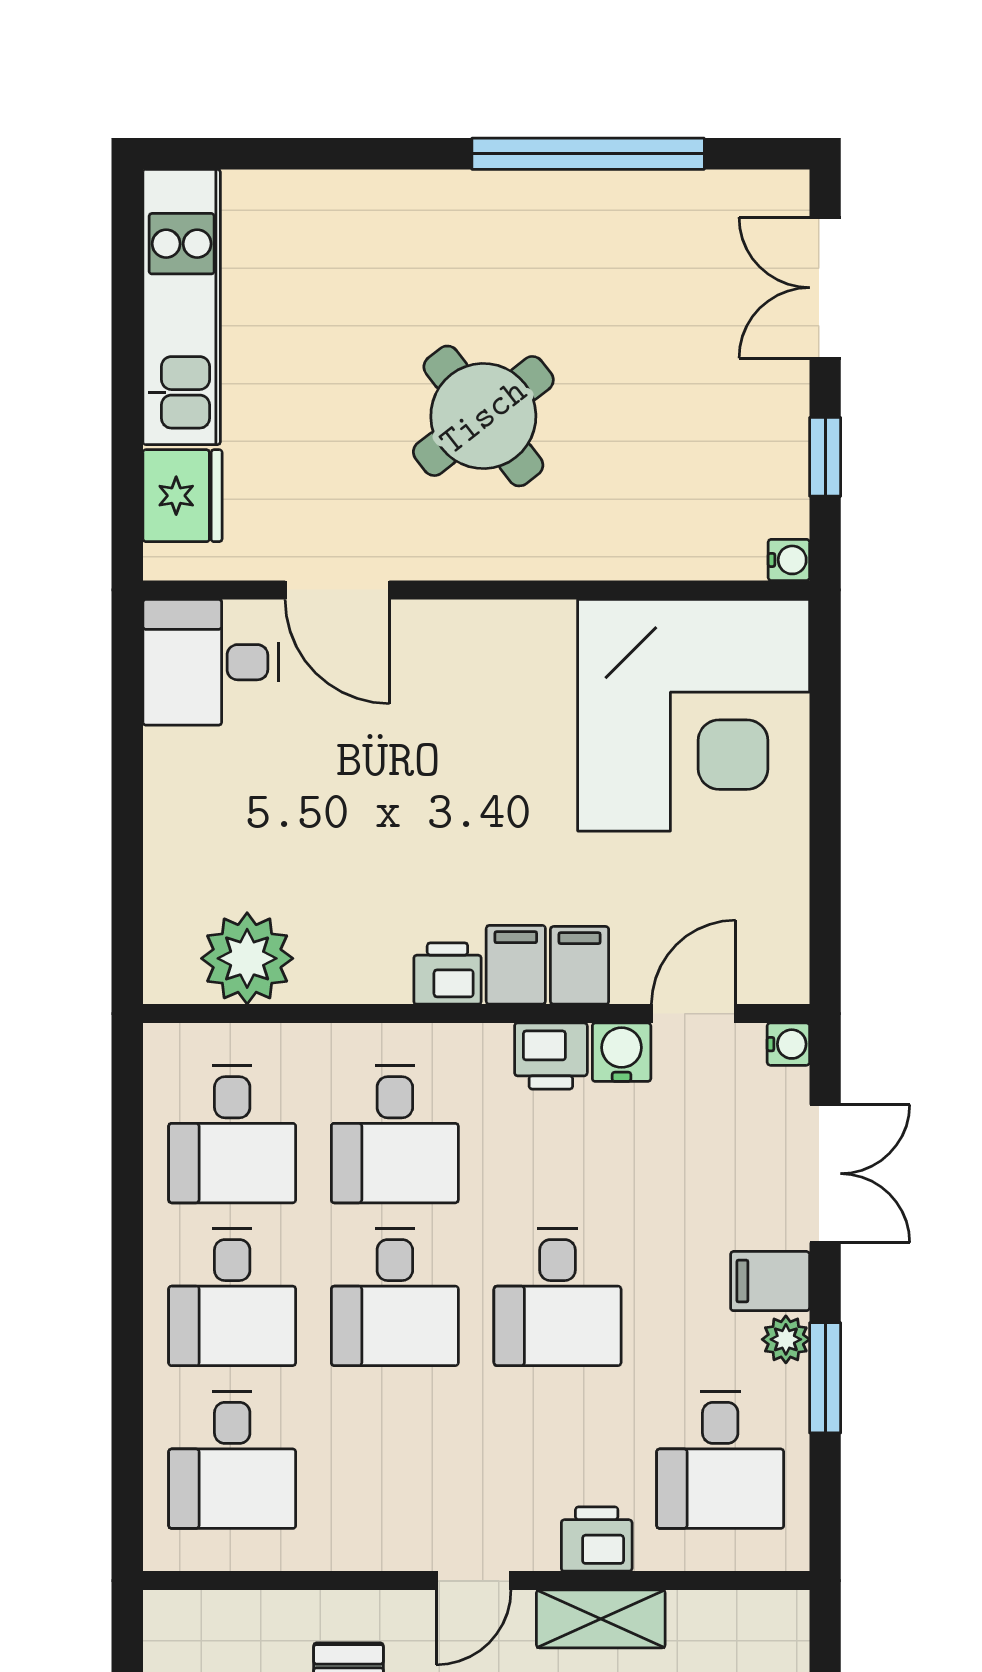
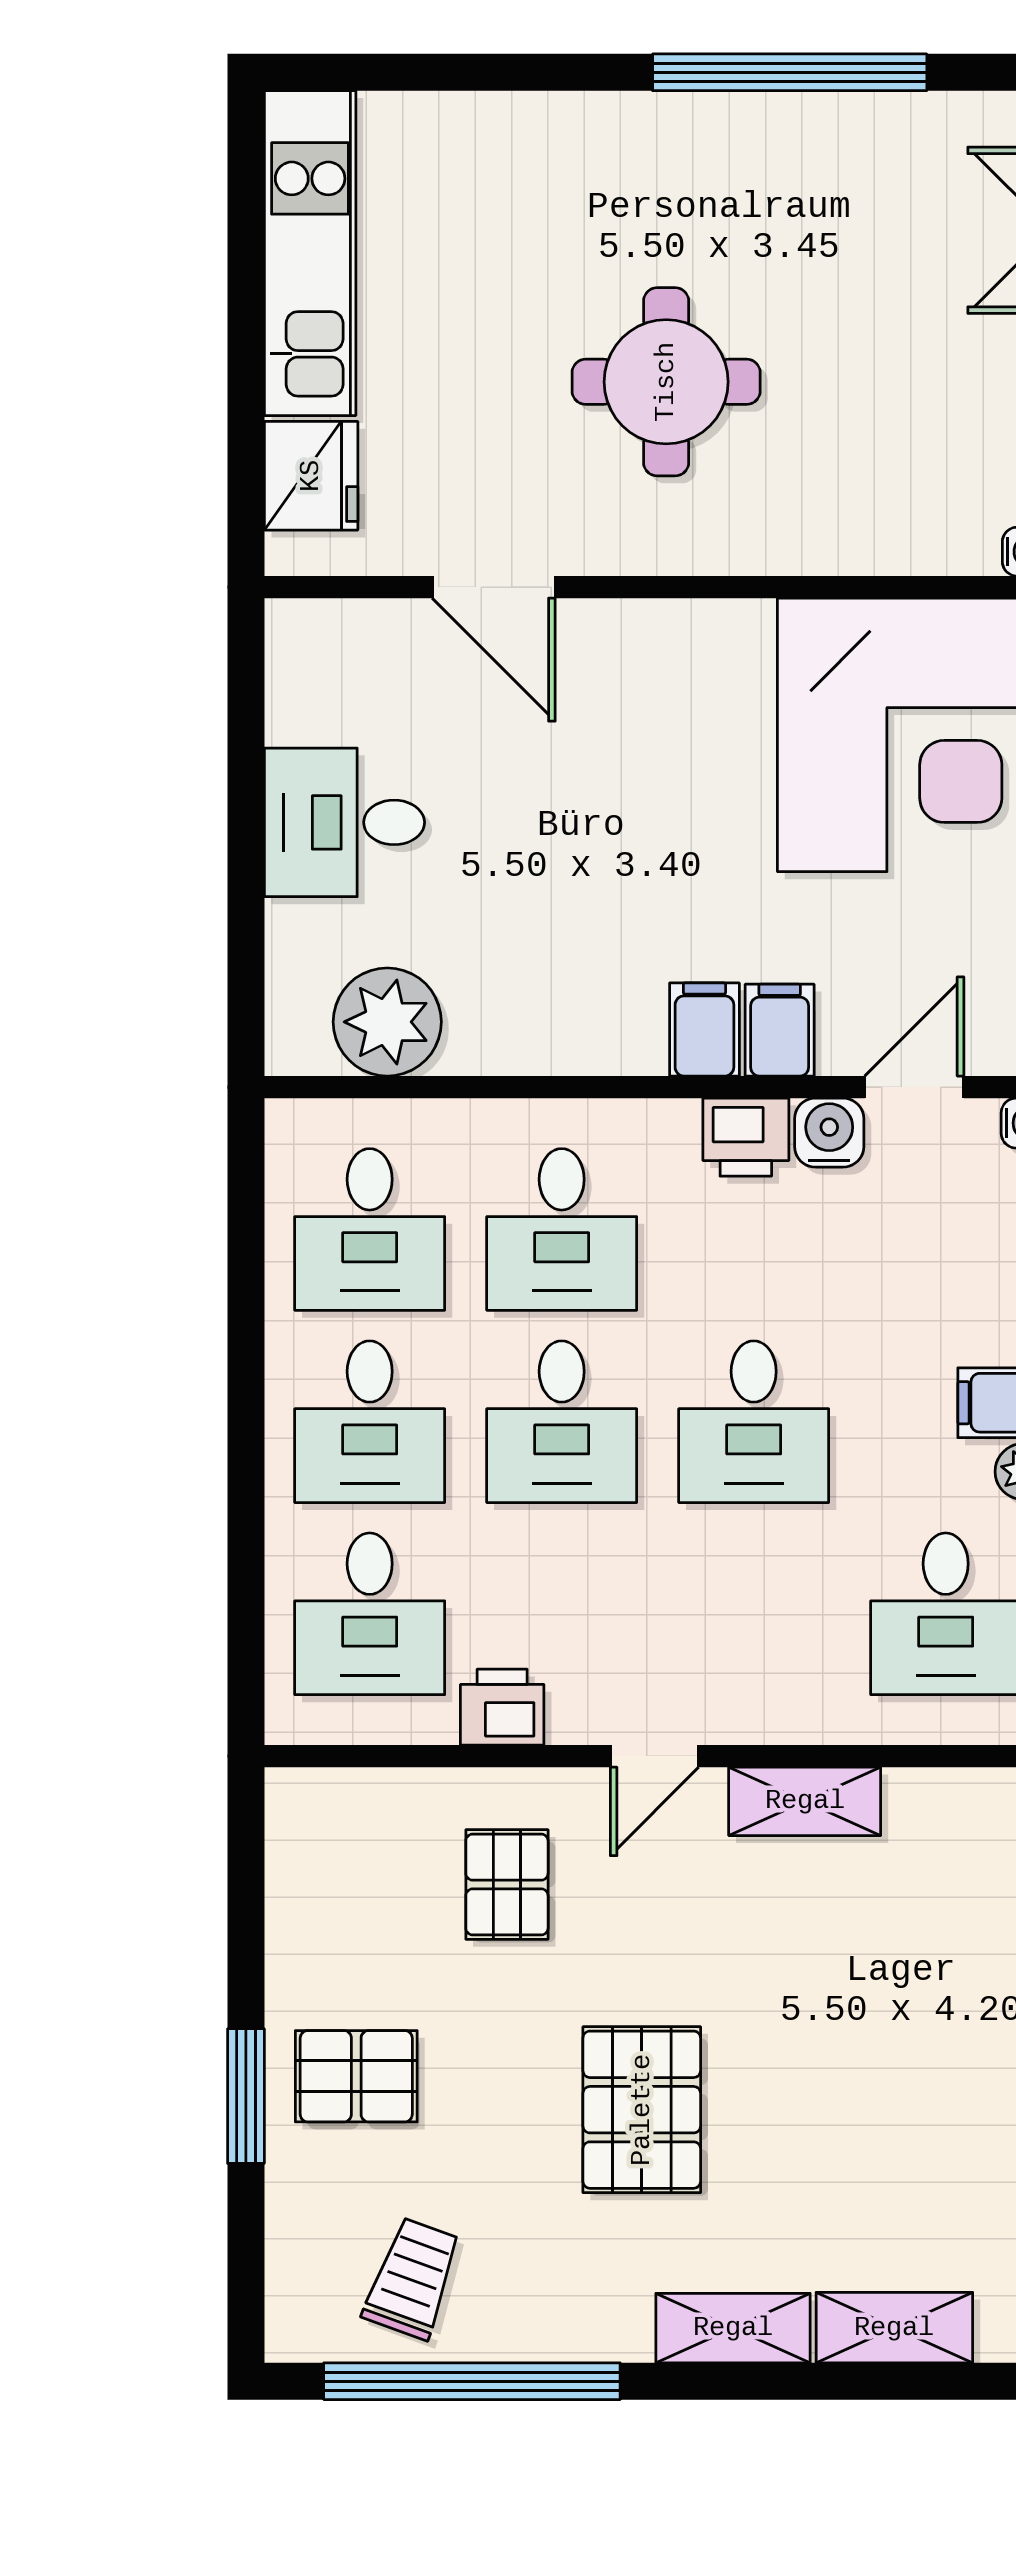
round table: (483, 416) -> (666, 382), turned 38
desk: (211, 662) -> (344, 822), moved
printer: (447, 974) -> (624, 1040), removed
printer: (597, 1539) -> (502, 1707), moved

